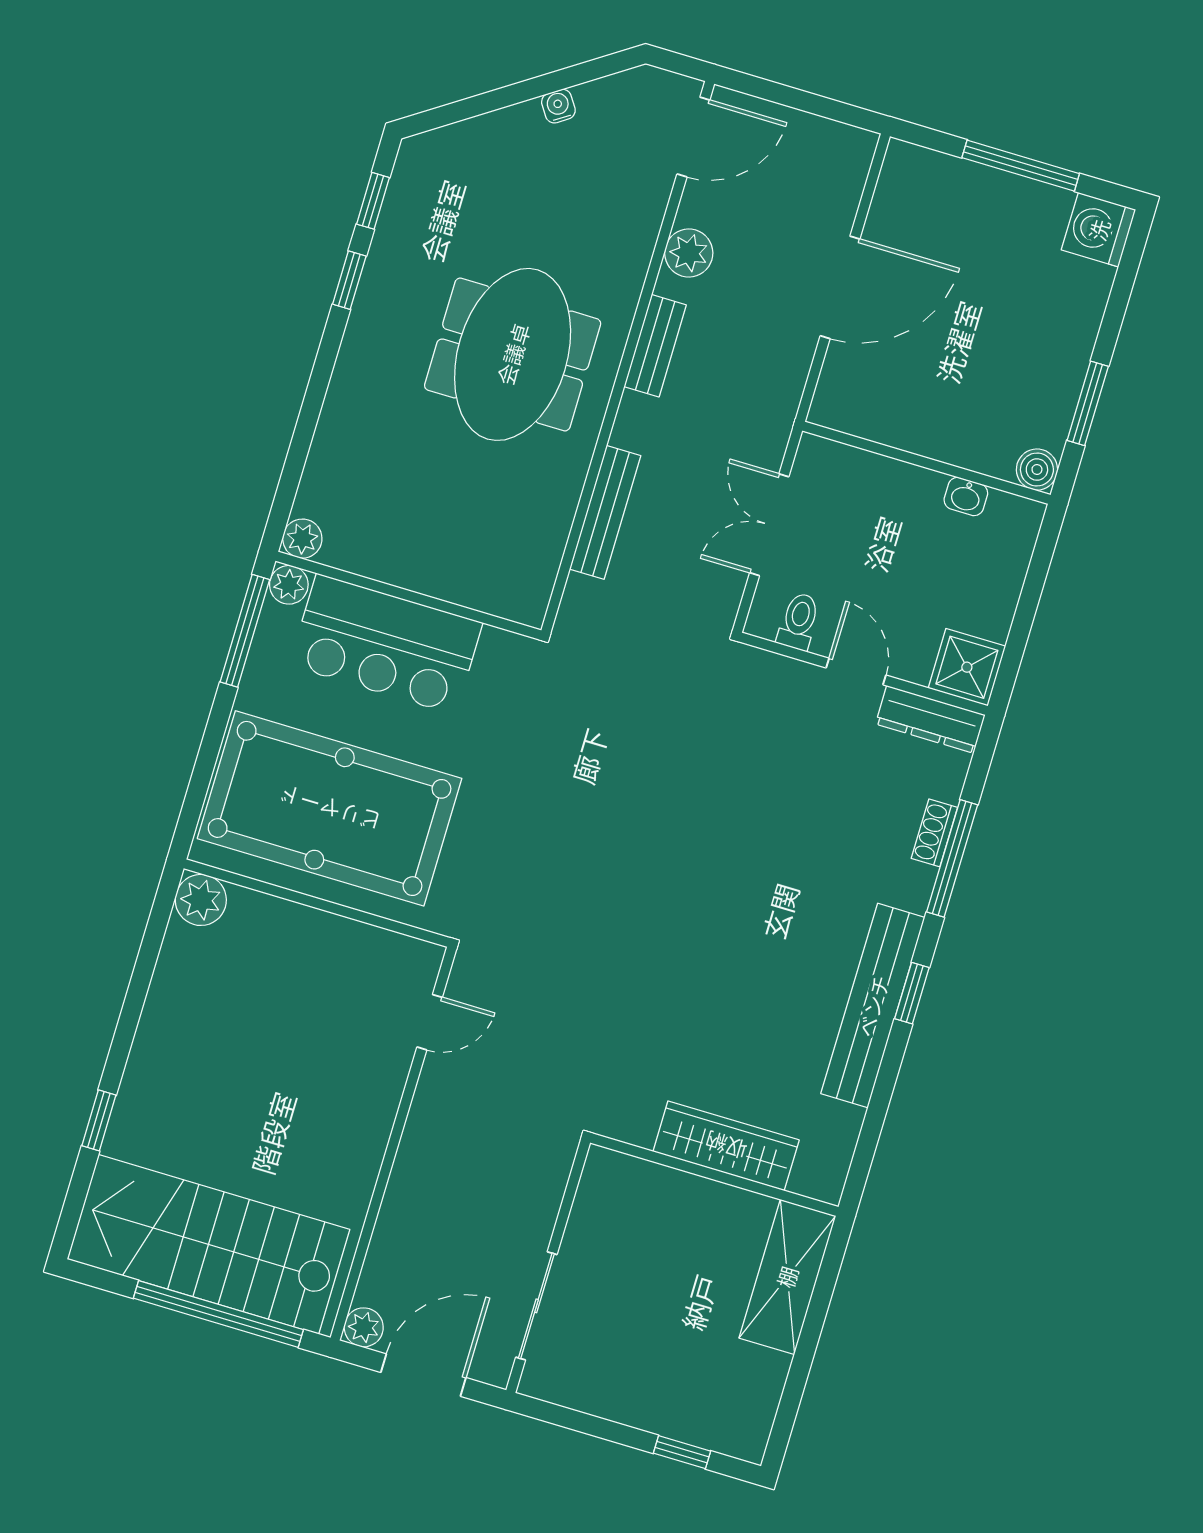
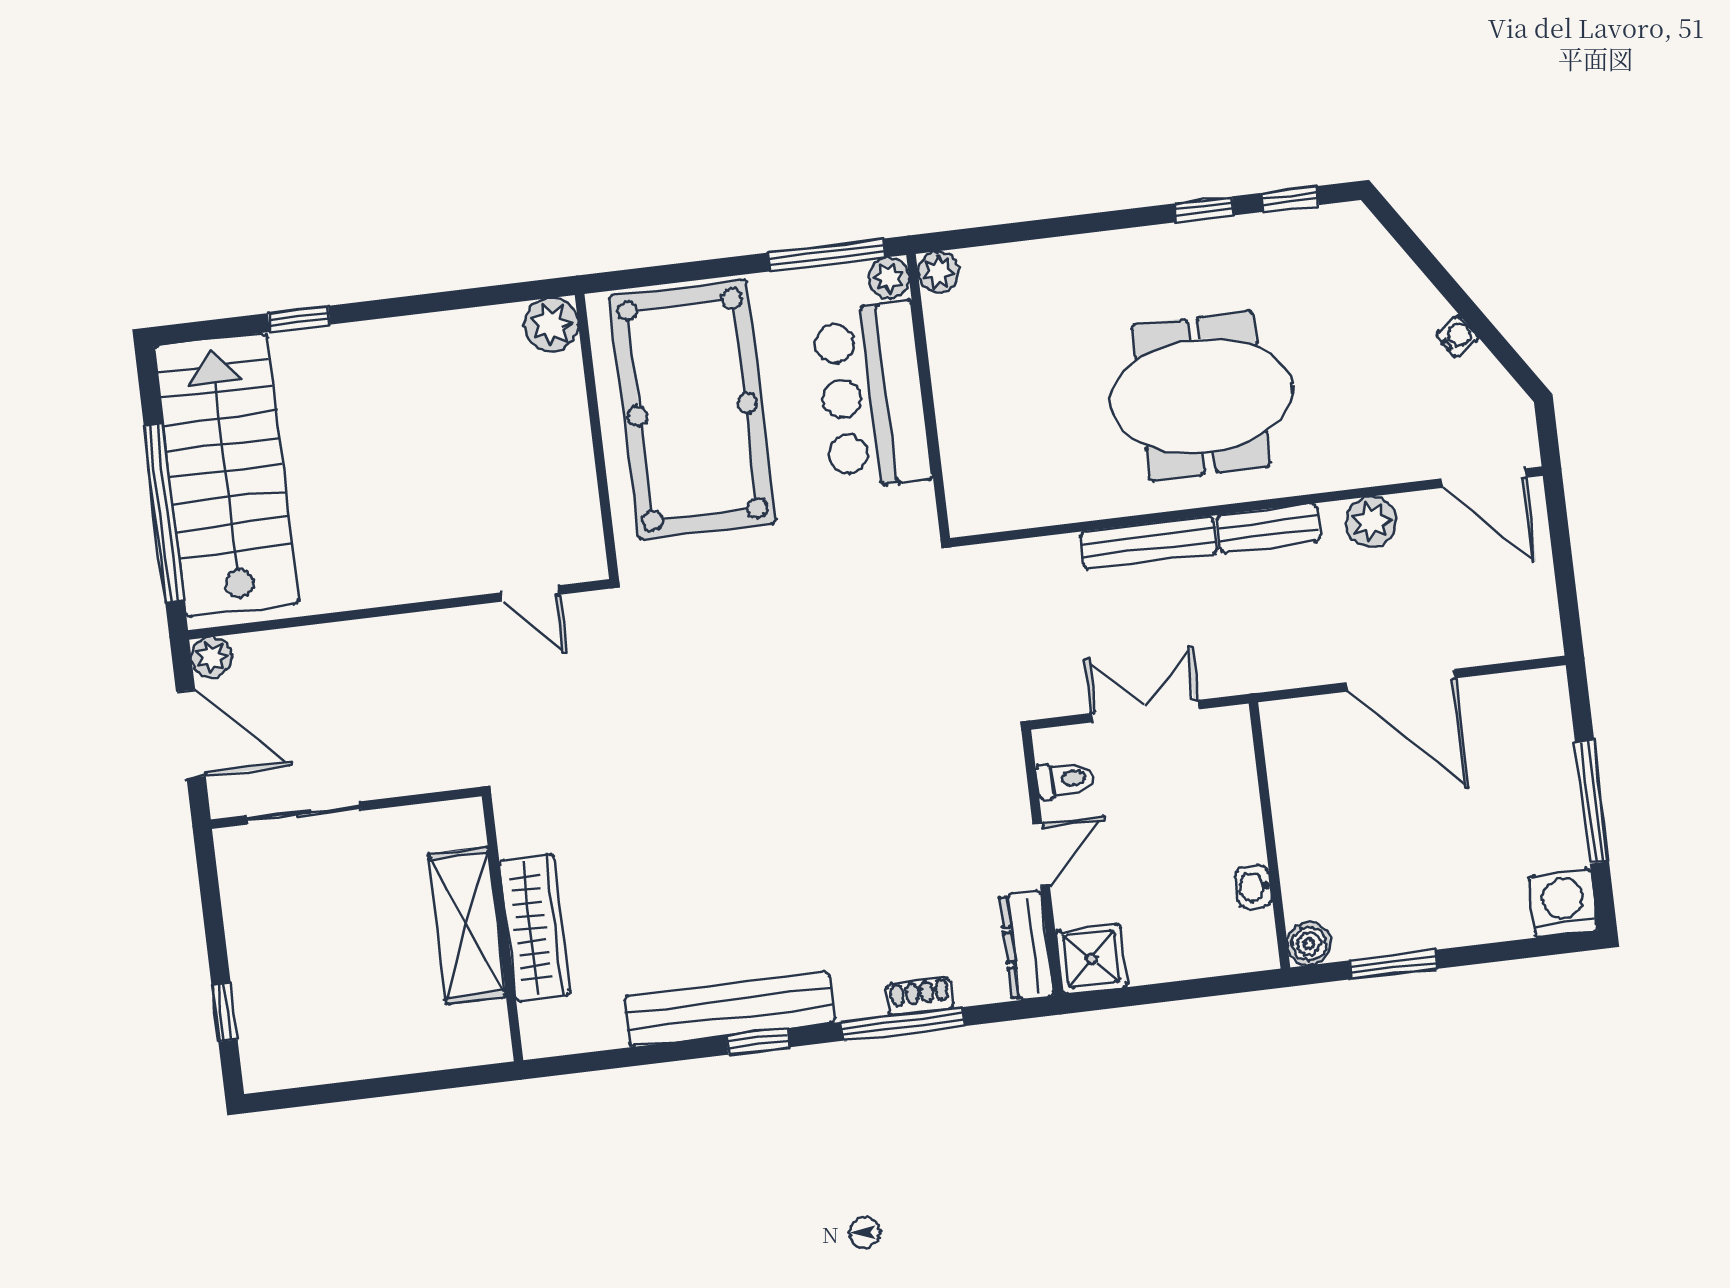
bench: (605, 512) -> (1149, 542), moved
shelving: (787, 1277) -> (467, 925), moved, turned 90

